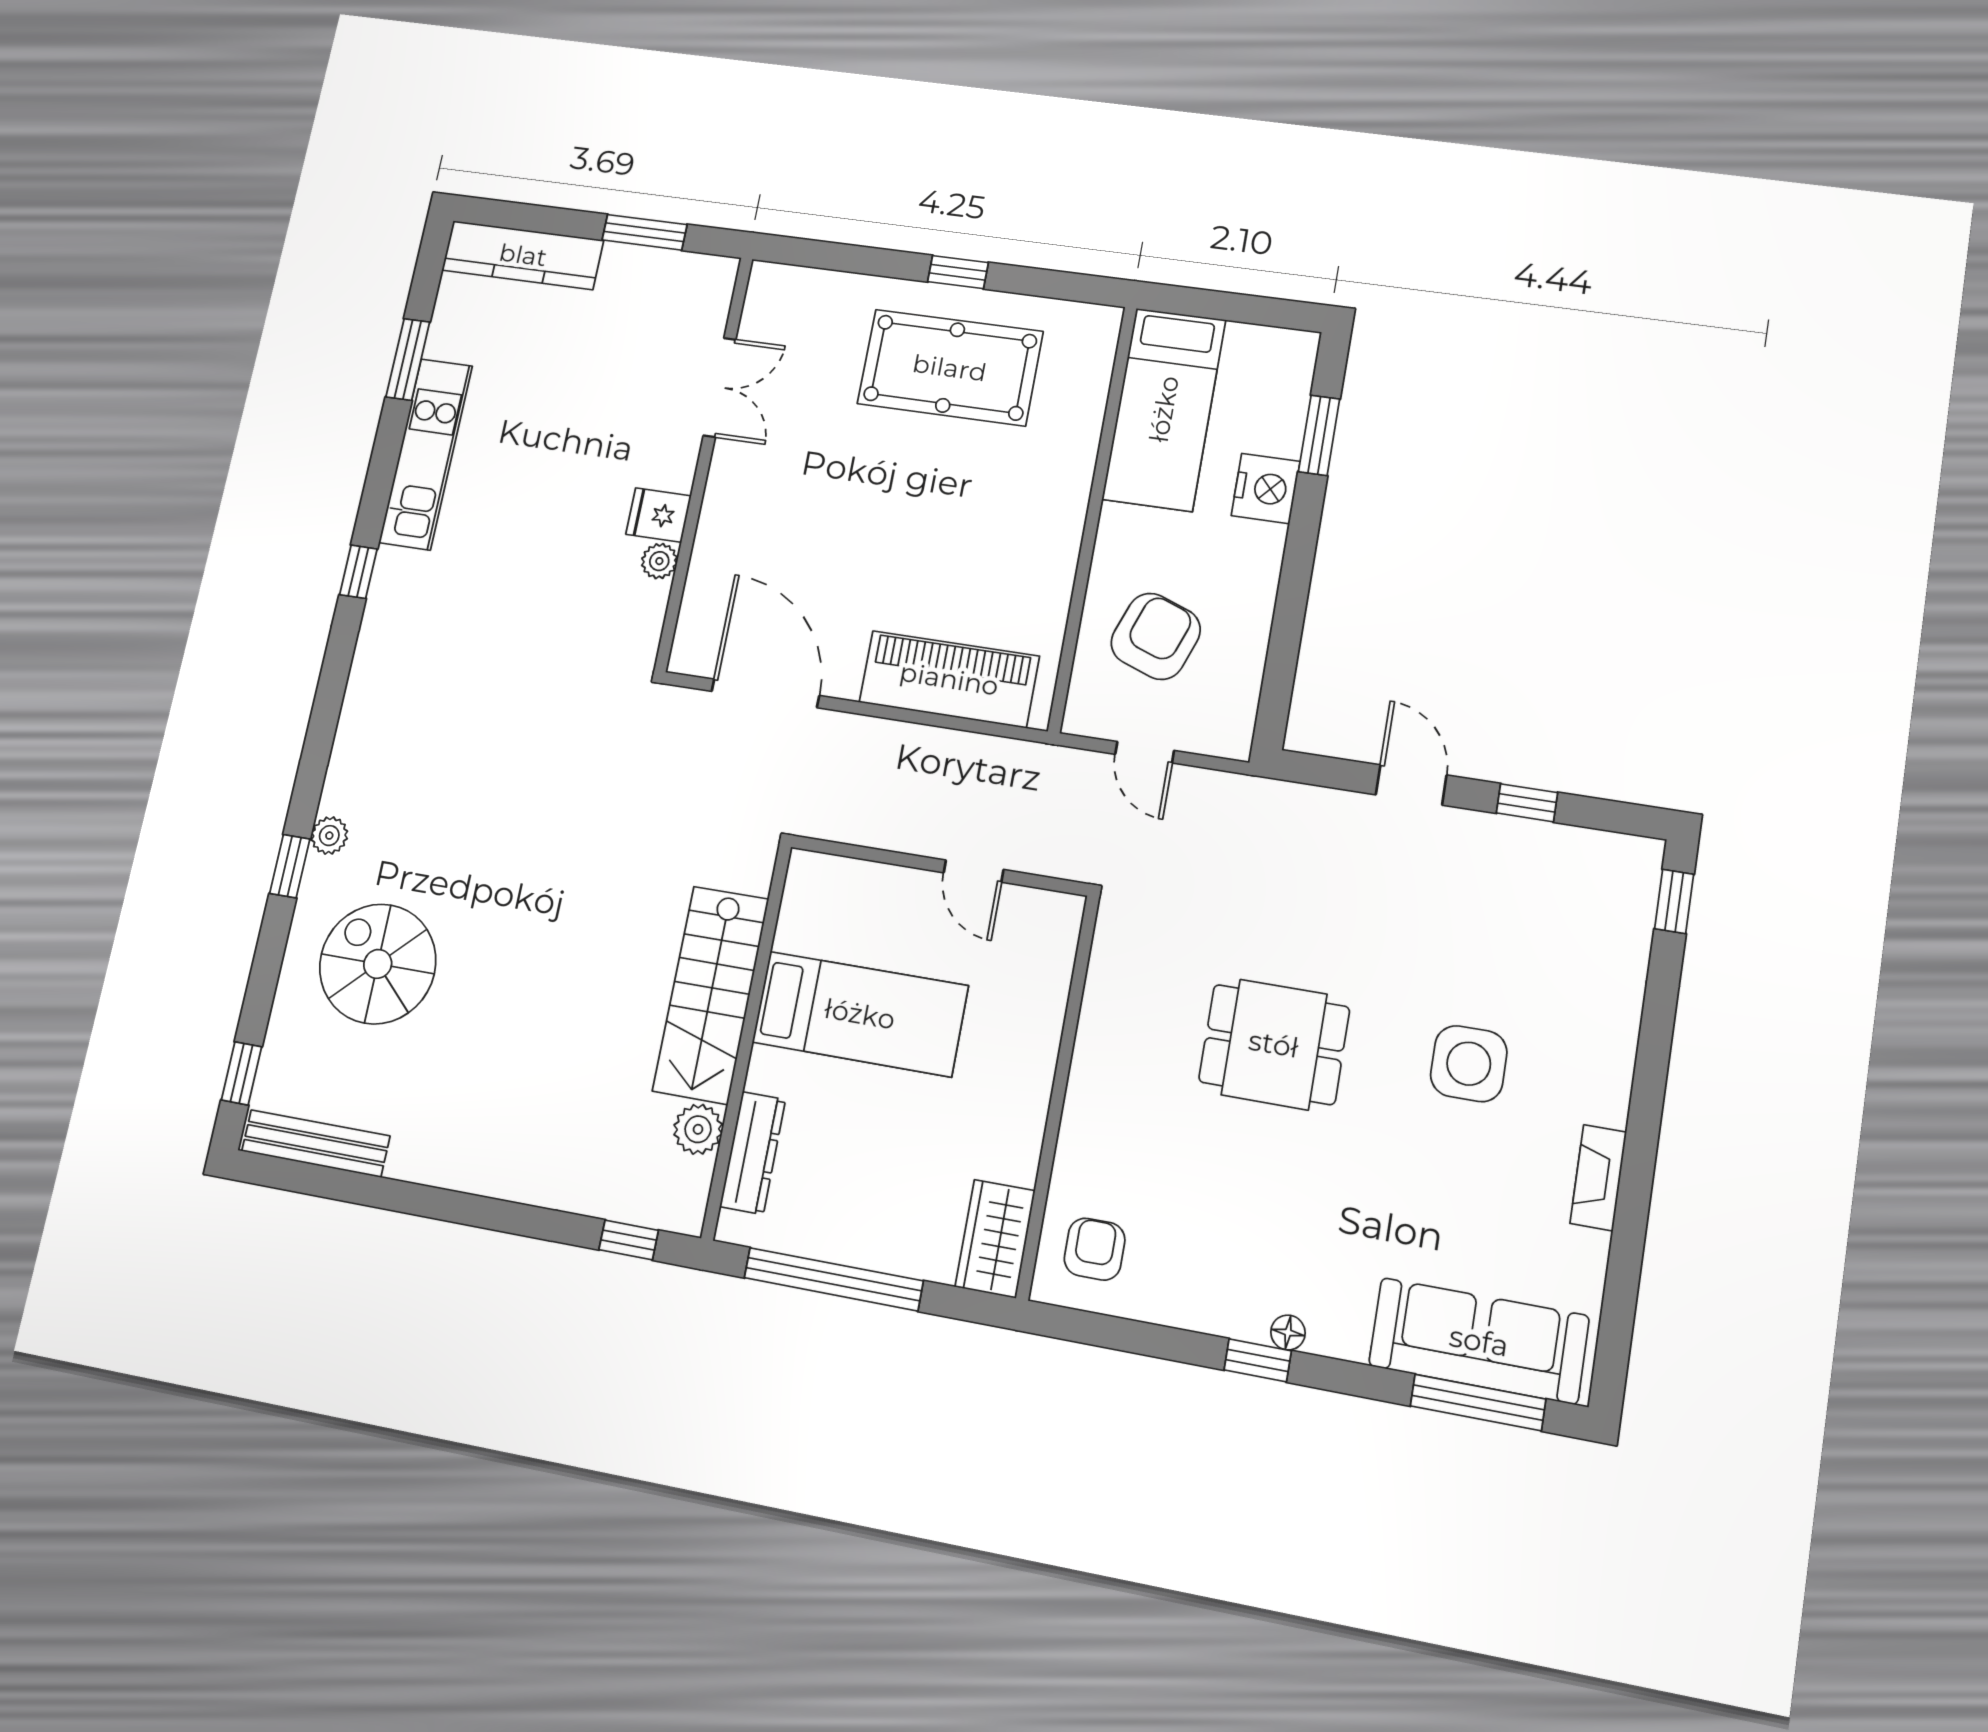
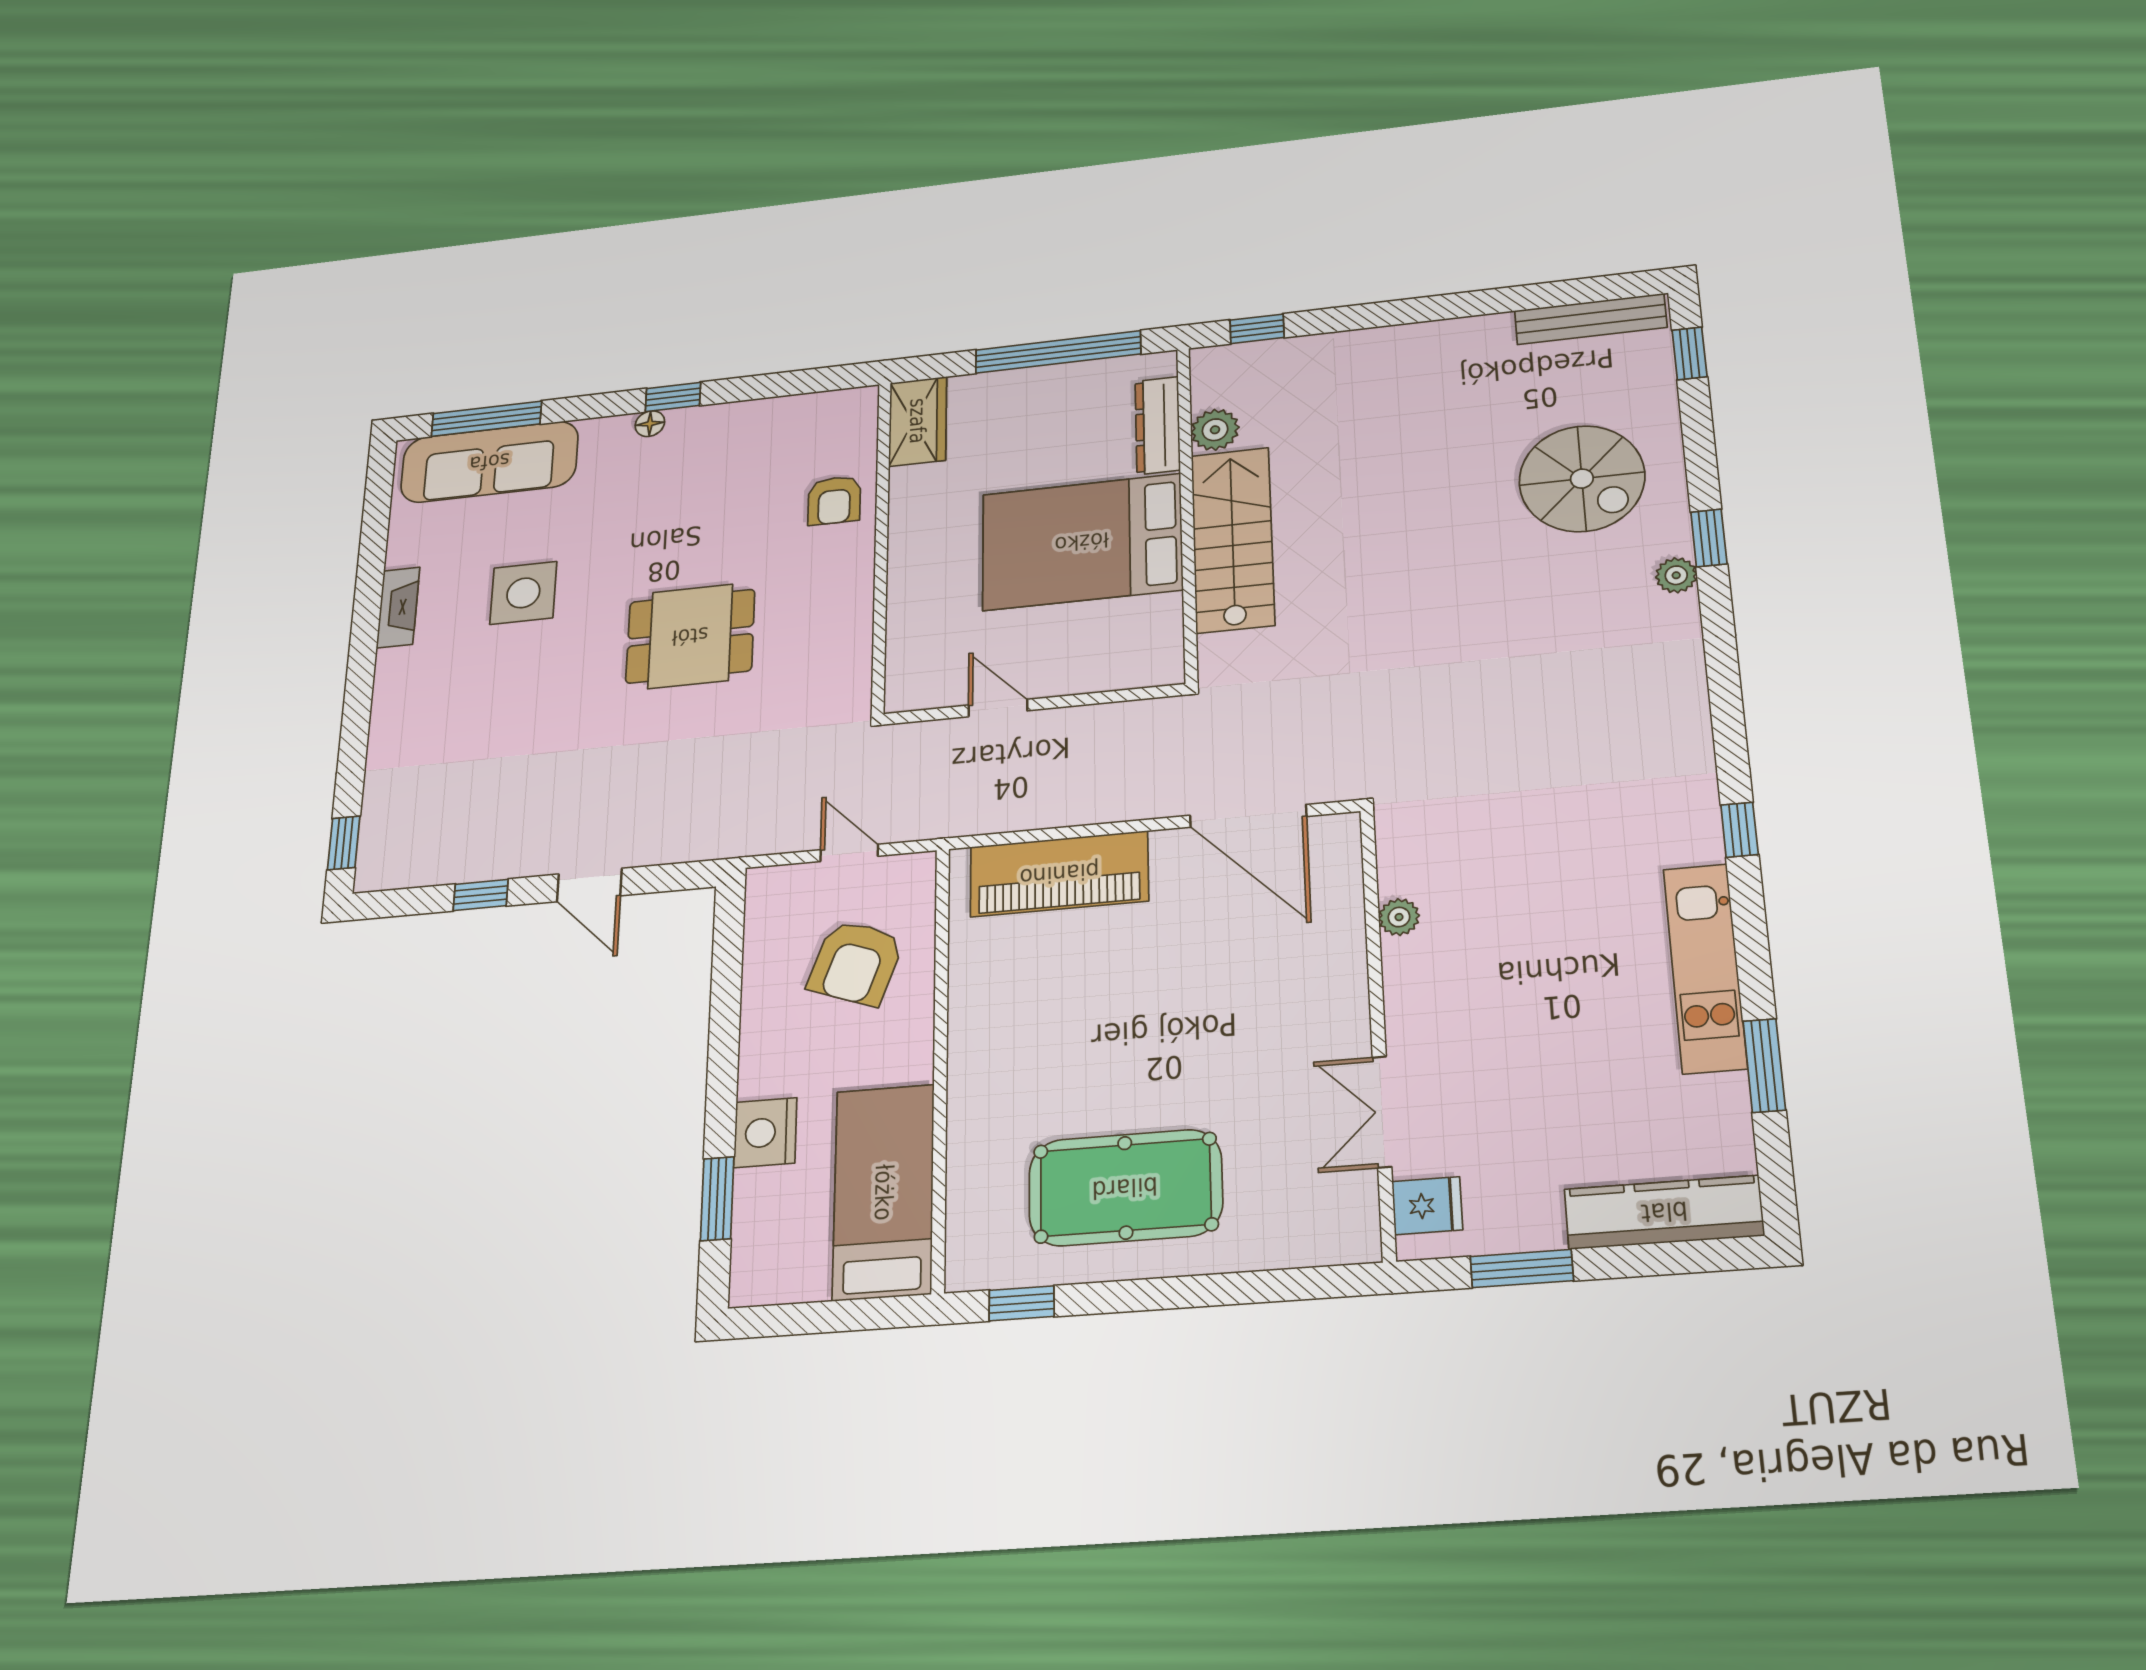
window: (958, 272) -> (1022, 1303), moved
fridge: (659, 515) -> (1427, 1206), moved
bed: (860, 1014) -> (1082, 542), width x1.50
side table: (1469, 1064) -> (523, 593), moved
armchair: (1095, 1249) -> (834, 500), moved

